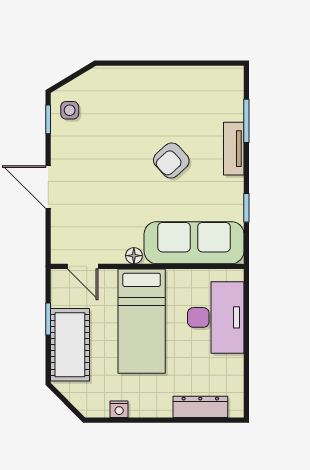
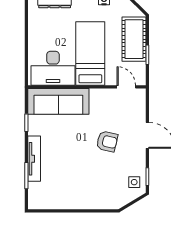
tv unit: (234, 149) -> (34, 159), width x1.41
armchair: (171, 160) -> (107, 141), moved, turned 55
floor lamp: (134, 256) -> (95, 93), removed
desk: (216, 317) -> (53, 68), moved, turned -90

